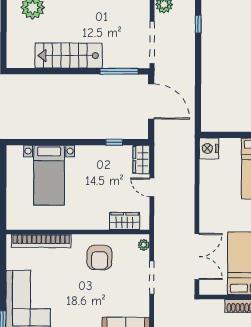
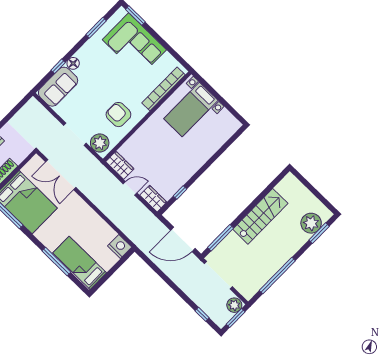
bed with nightstands: (49, 175) -> (191, 110), moved, turned -90
wardrobe: (125, 221) -> (120, 165), moved, turned -90
plant: (144, 245) -> (100, 143), width x1.88, depth x1.88

